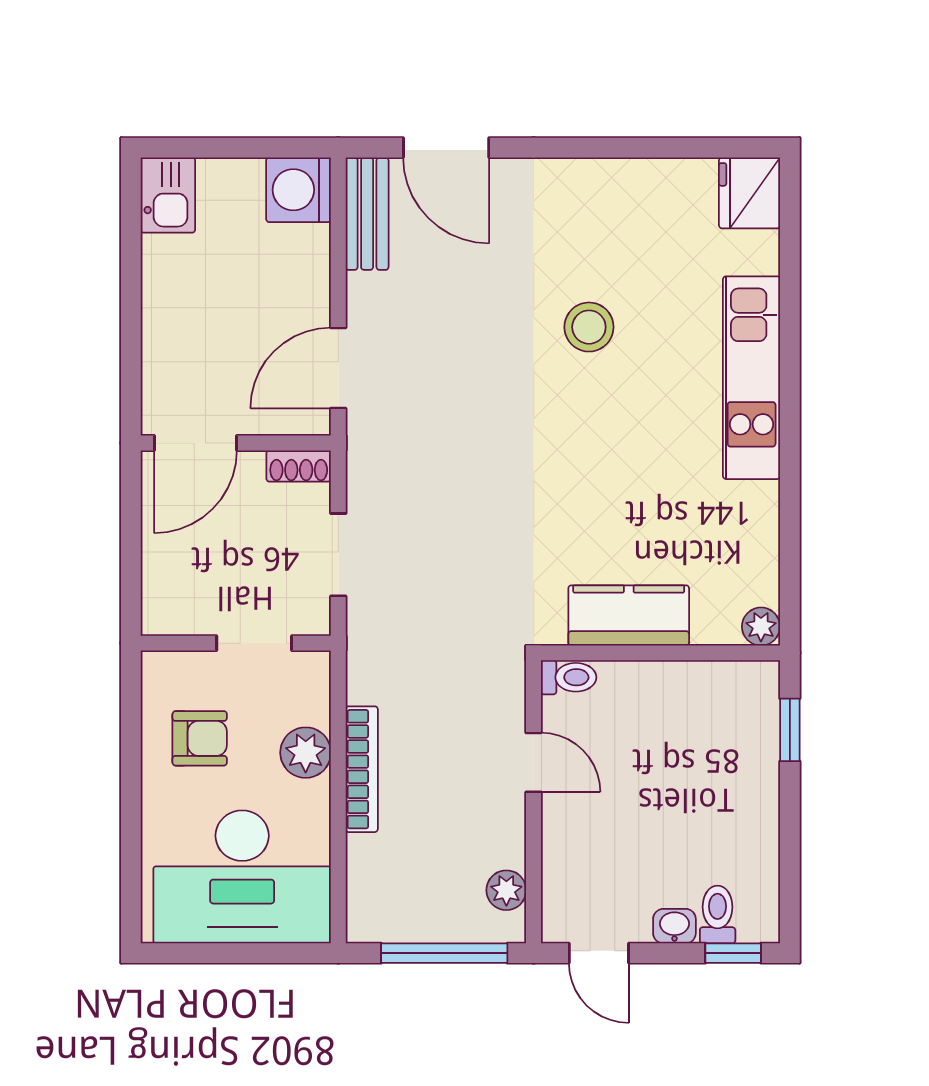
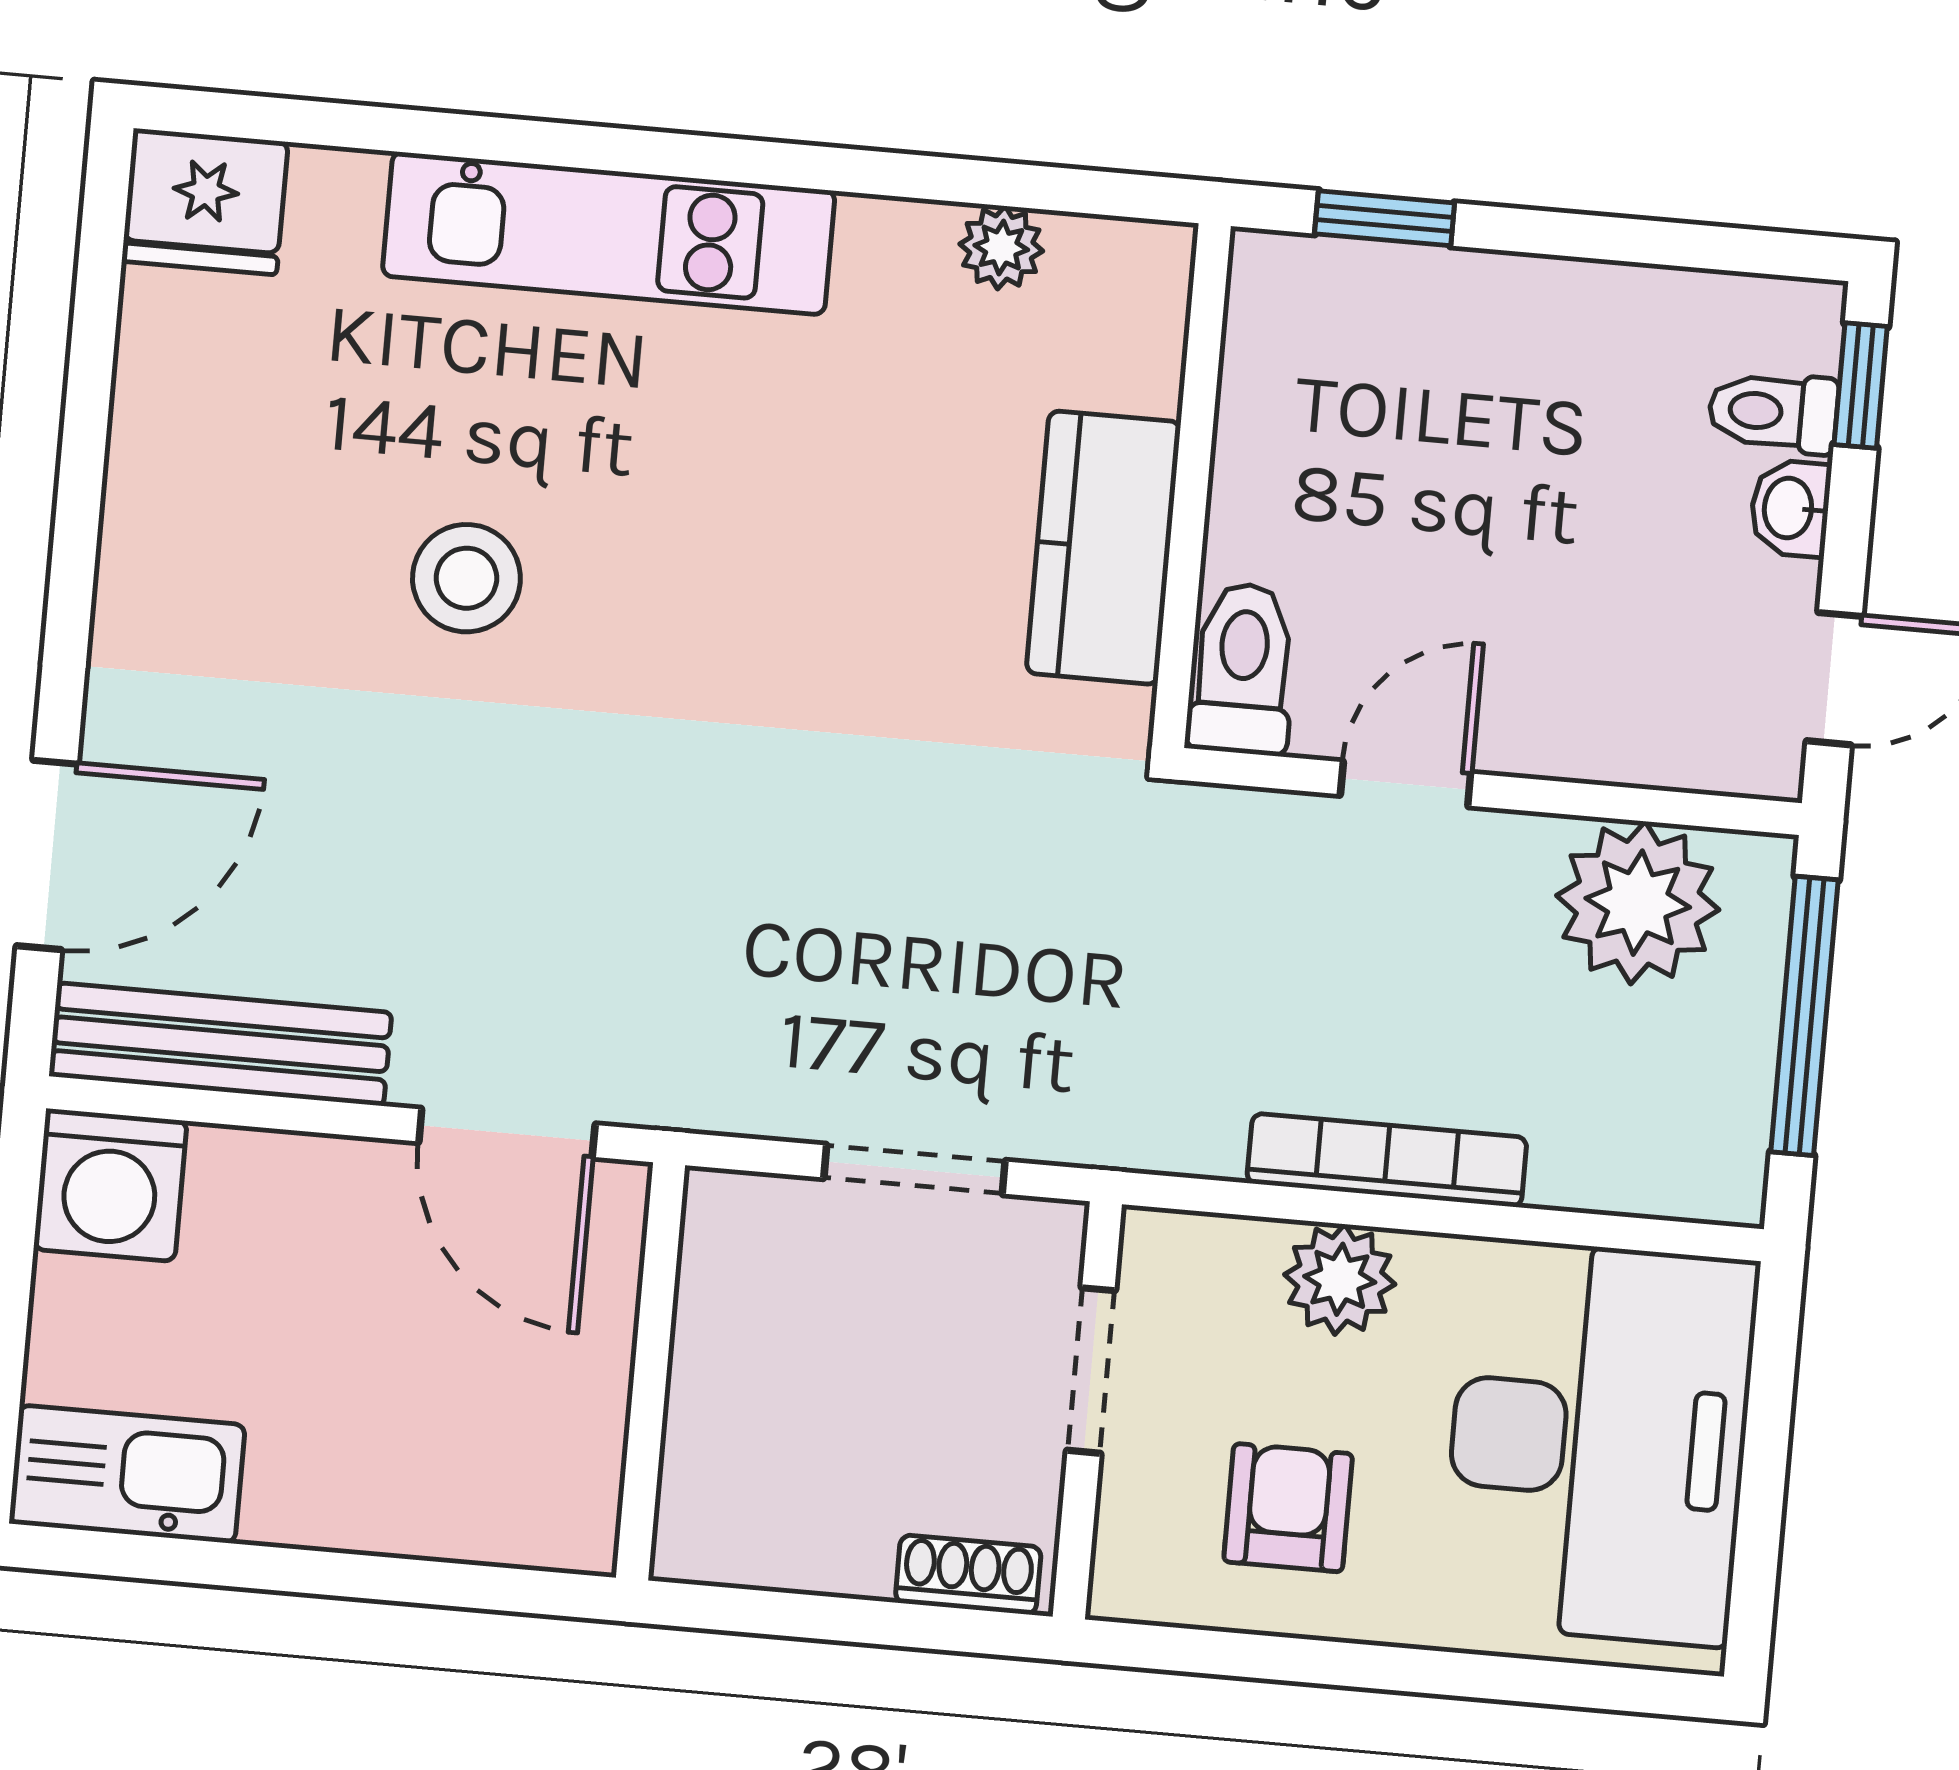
kitchen sink: (168, 195) -> (127, 1474), width x1.38
bench: (367, 214) -> (220, 1044), width x1.36
door: (196, 443) -> (643, 1459), removed
shoe rack: (299, 466) -> (968, 1575), moved, turned -90
plant: (761, 627) -> (1001, 248), moved
toilet: (569, 677) -> (1243, 669), width x1.37, depth x1.39
plant: (506, 890) -> (1638, 903), width x1.88, depth x1.88

